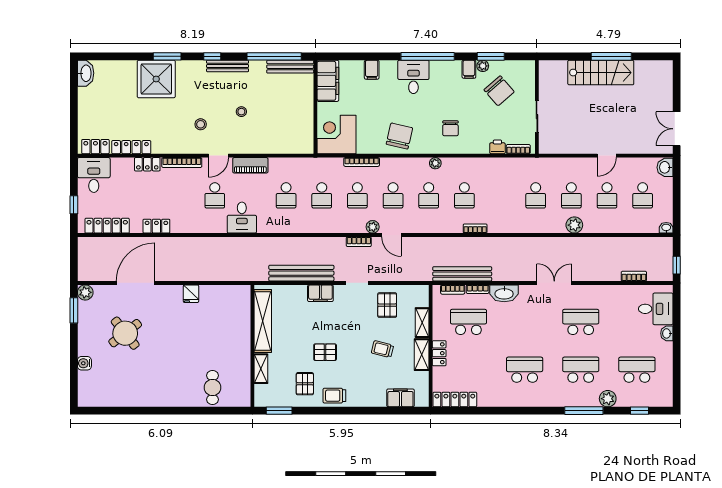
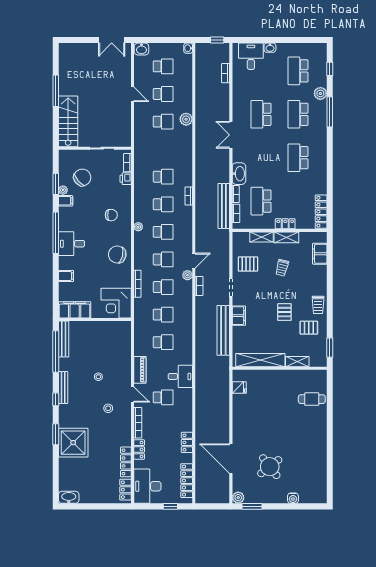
stairs: (601, 73) -> (68, 121), moved
desk: (94, 175) -> (147, 486), width x1.37
school desk: (536, 195) -> (163, 177), moved
fridge: (191, 294) -> (239, 388), moved

